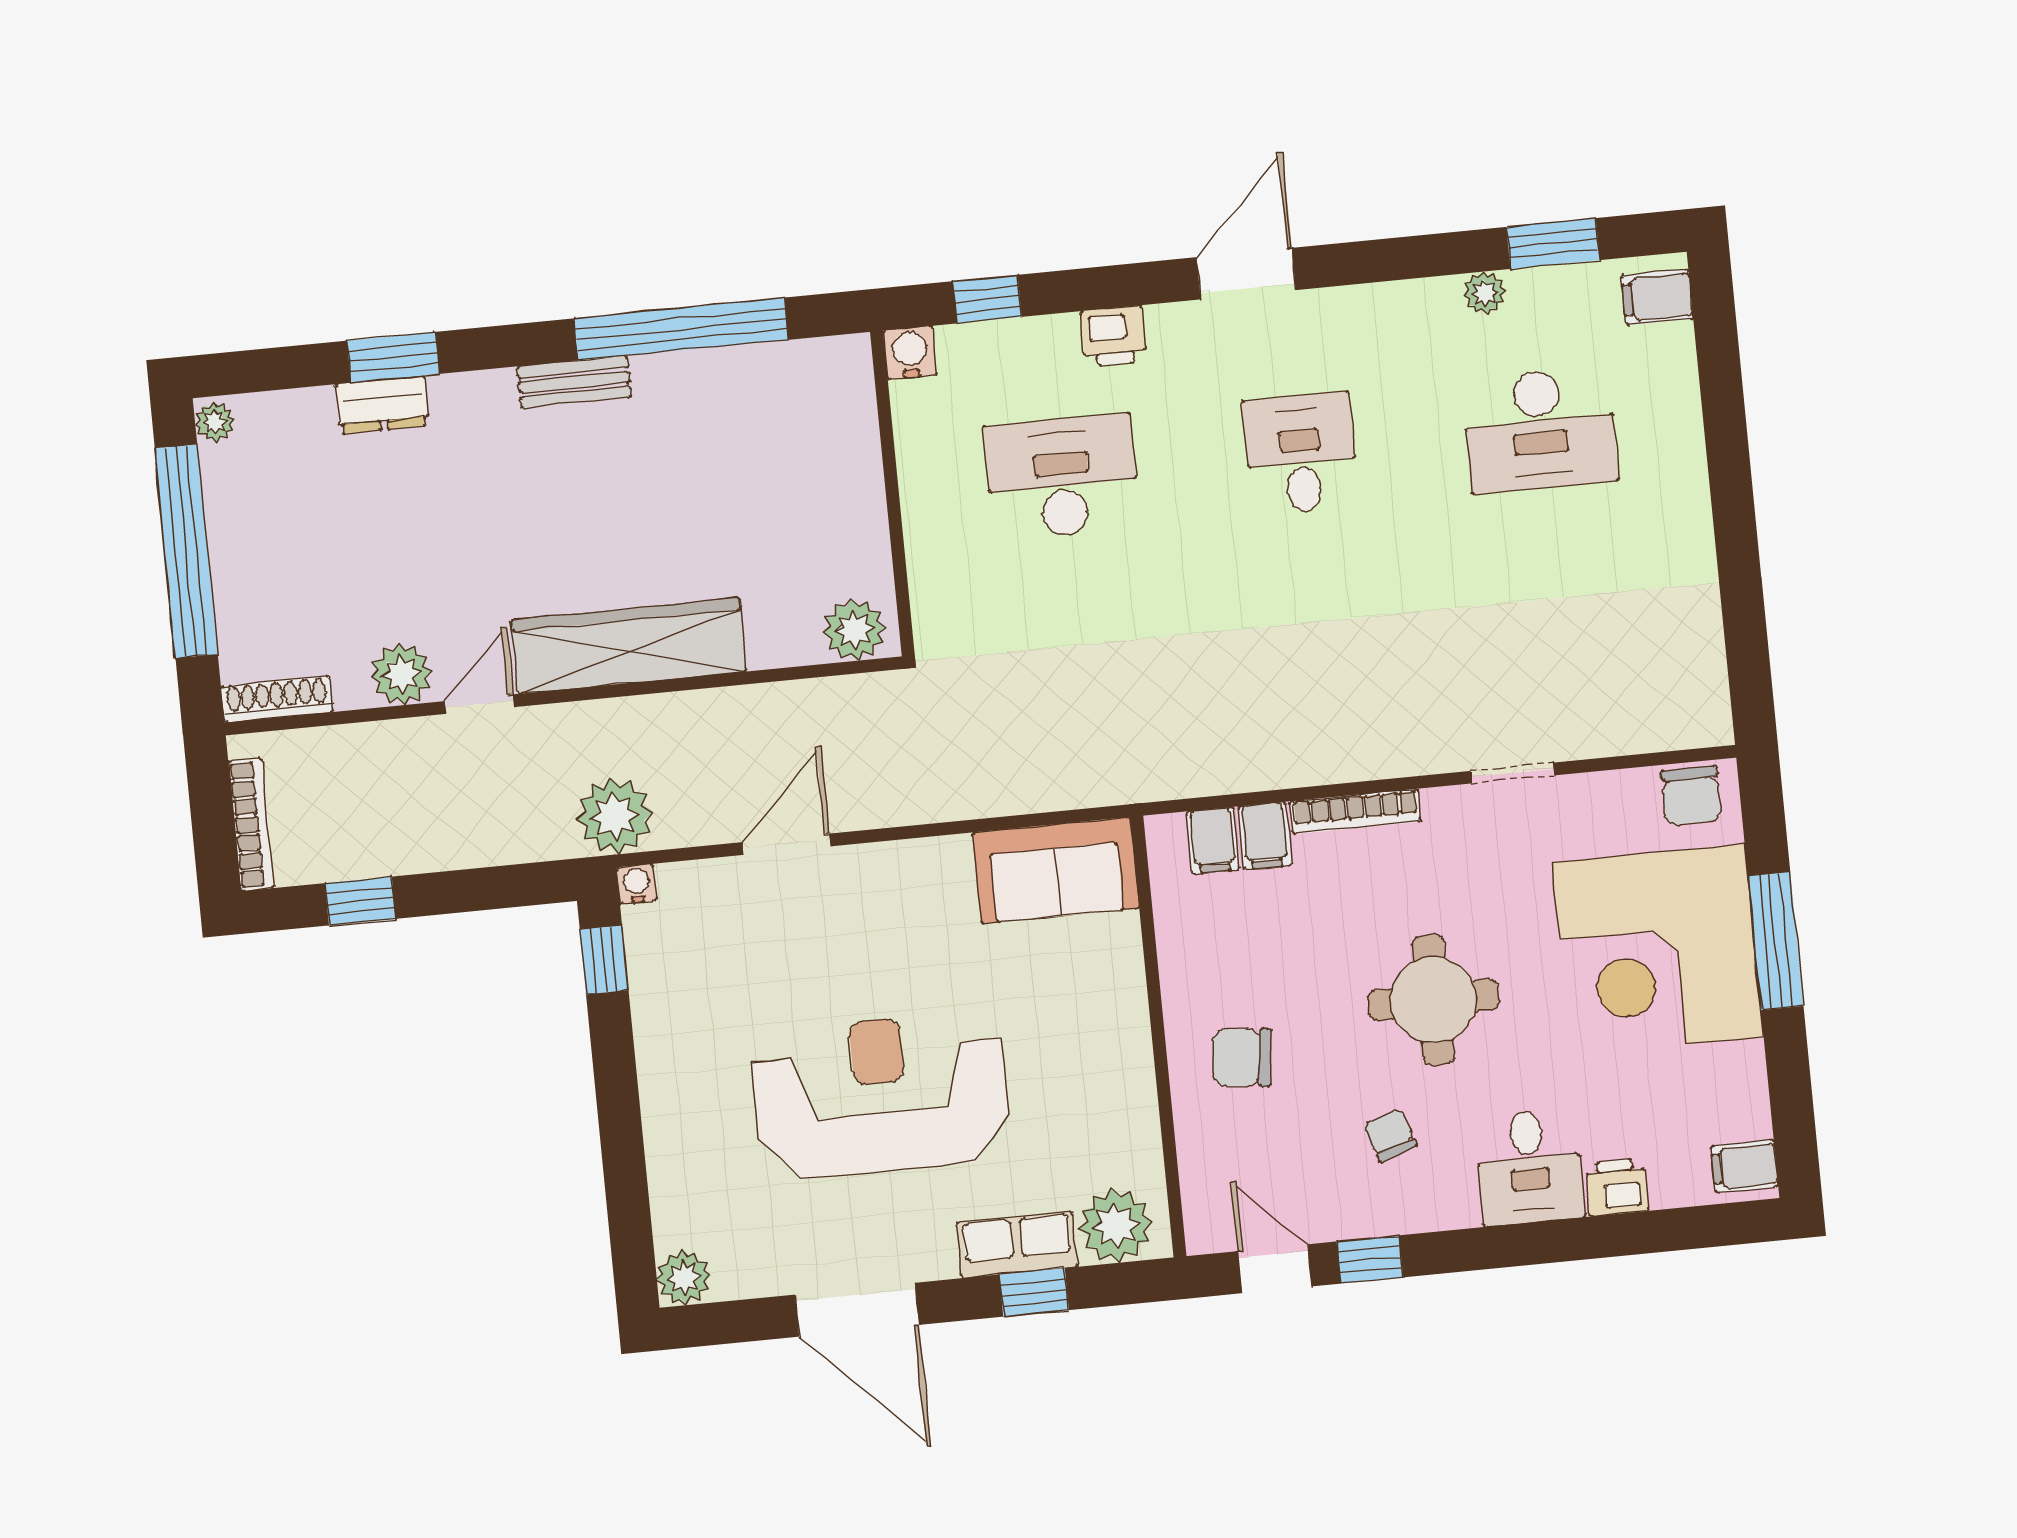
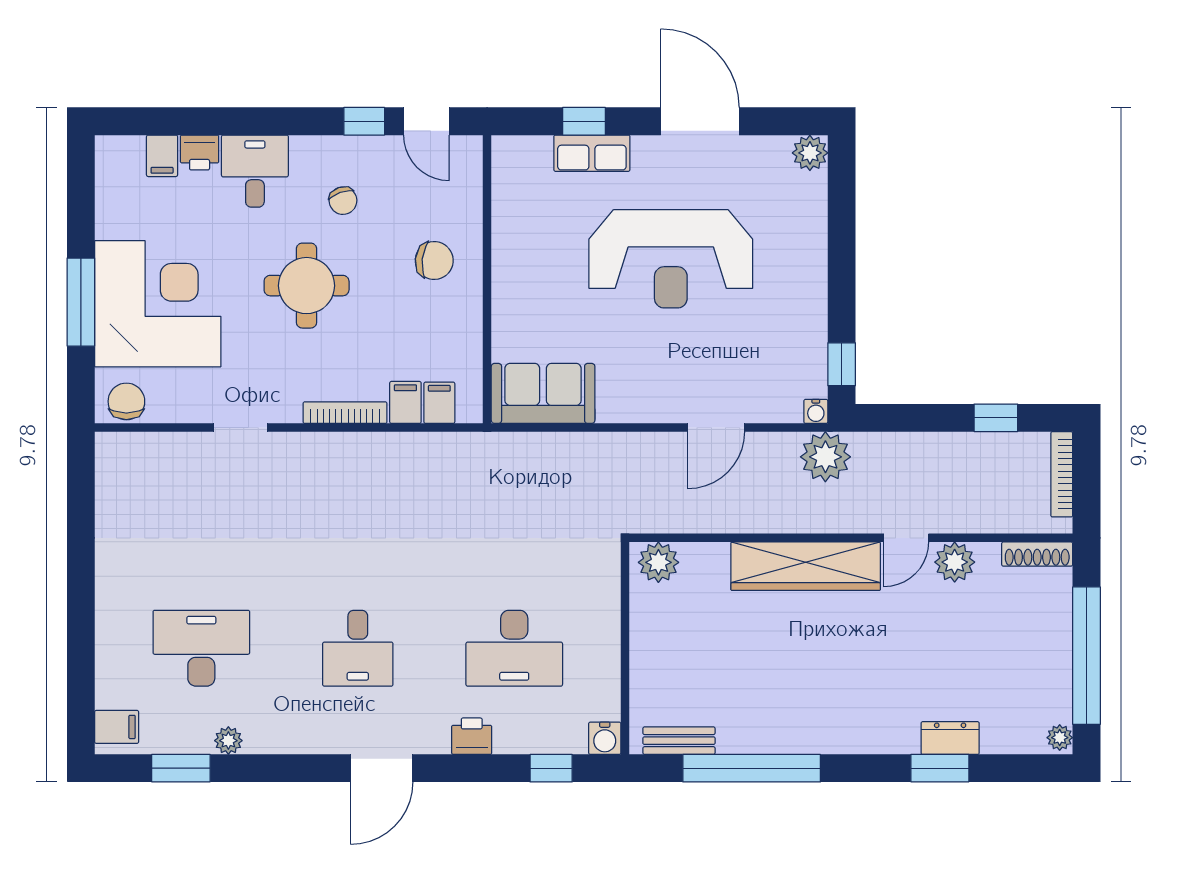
bench: (574, 382) -> (679, 741), moved
filing cabinet: (1744, 1166) -> (162, 156), moved, turned 90
plant: (1116, 1226) -> (527, 159), removed

